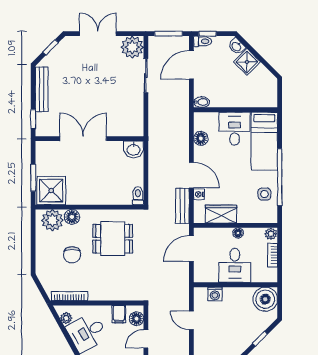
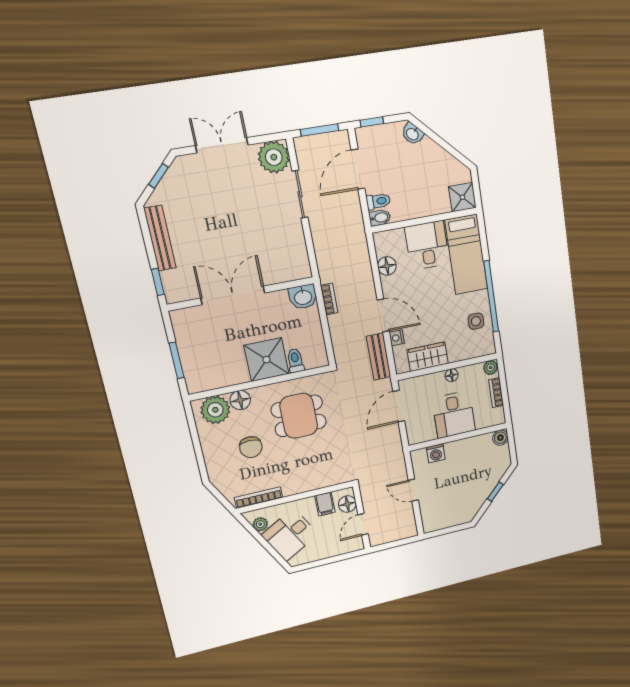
toilet: (203, 41) -> (378, 201), moved
shower: (247, 62) -> (462, 197), moved, turned 45
bookcase: (153, 155) -> (329, 299), added
shower: (51, 191) -> (267, 360), moved
toilet: (138, 196) -> (295, 361), moved
boiler: (265, 299) -> (500, 438), width x0.54, depth x0.54

